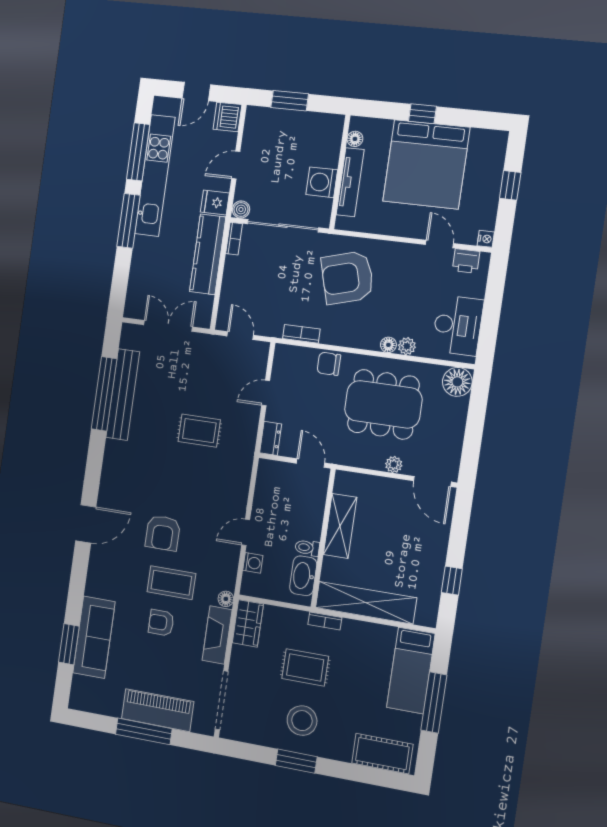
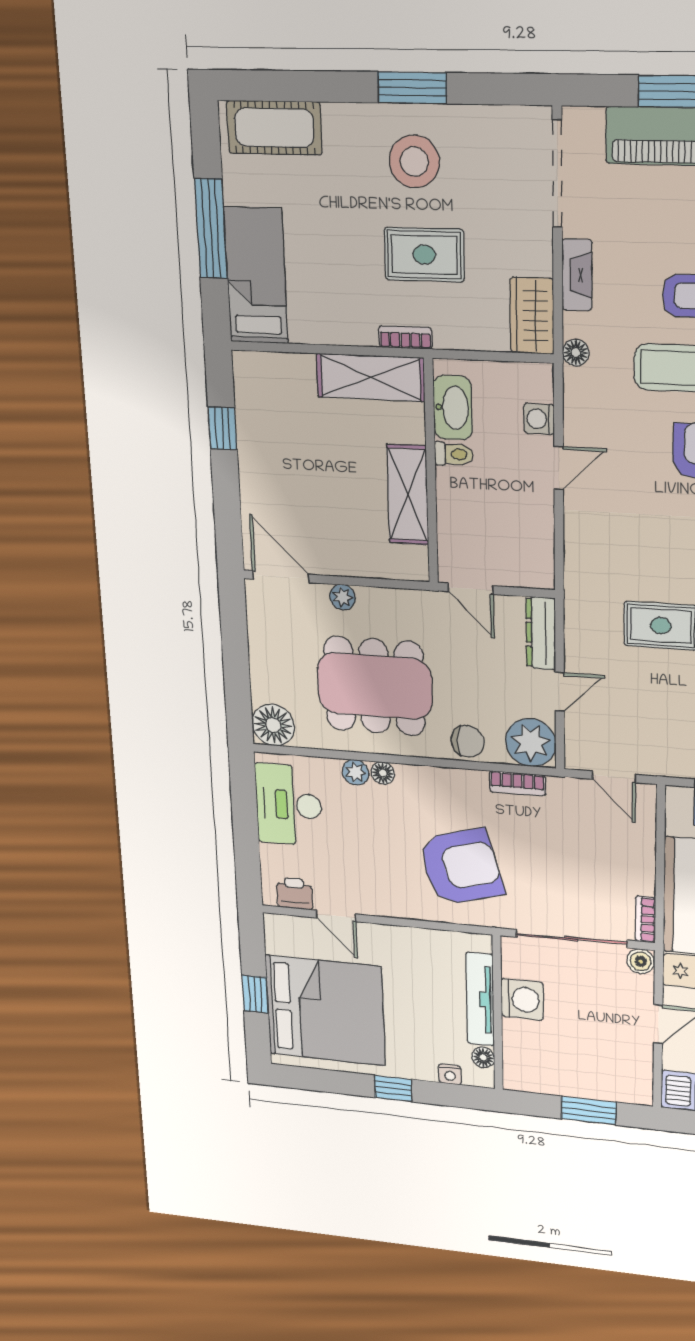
bed: (426, 164) -> (325, 1010), moved, turned 90
nightstand: (486, 239) -> (450, 1074), moved, turned -90
plant: (289, 361) -> (531, 742), added
dresser: (271, 438) -> (541, 633), width x1.44
shelving: (366, 603) -> (371, 377), width x0.68
fireplace: (217, 635) -> (577, 275), width x0.73, depth x0.76

